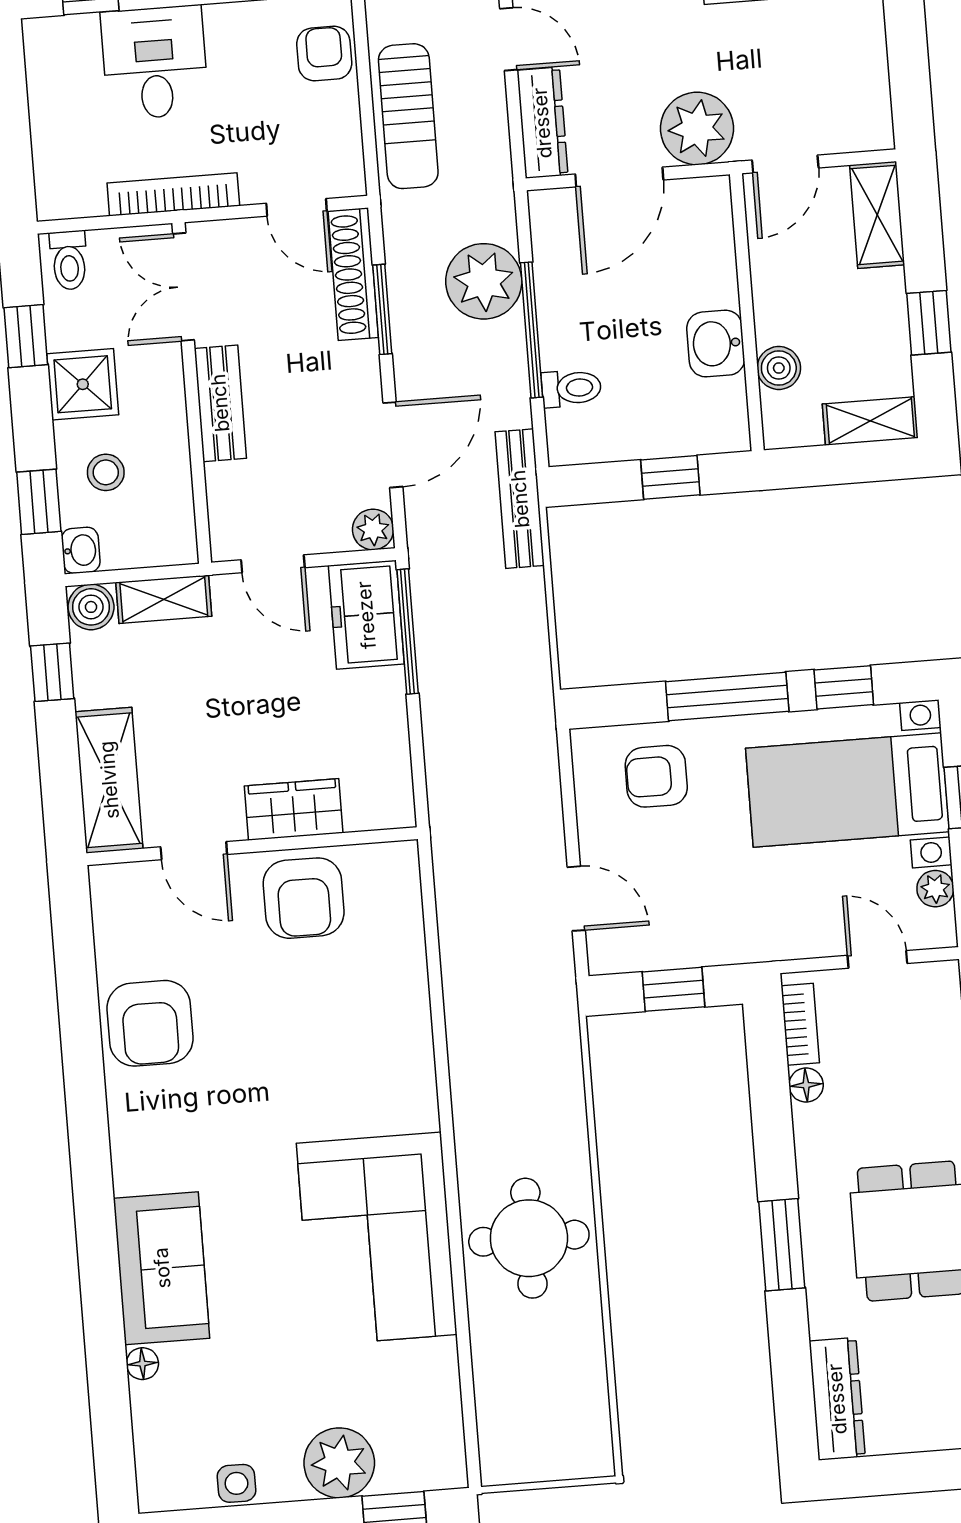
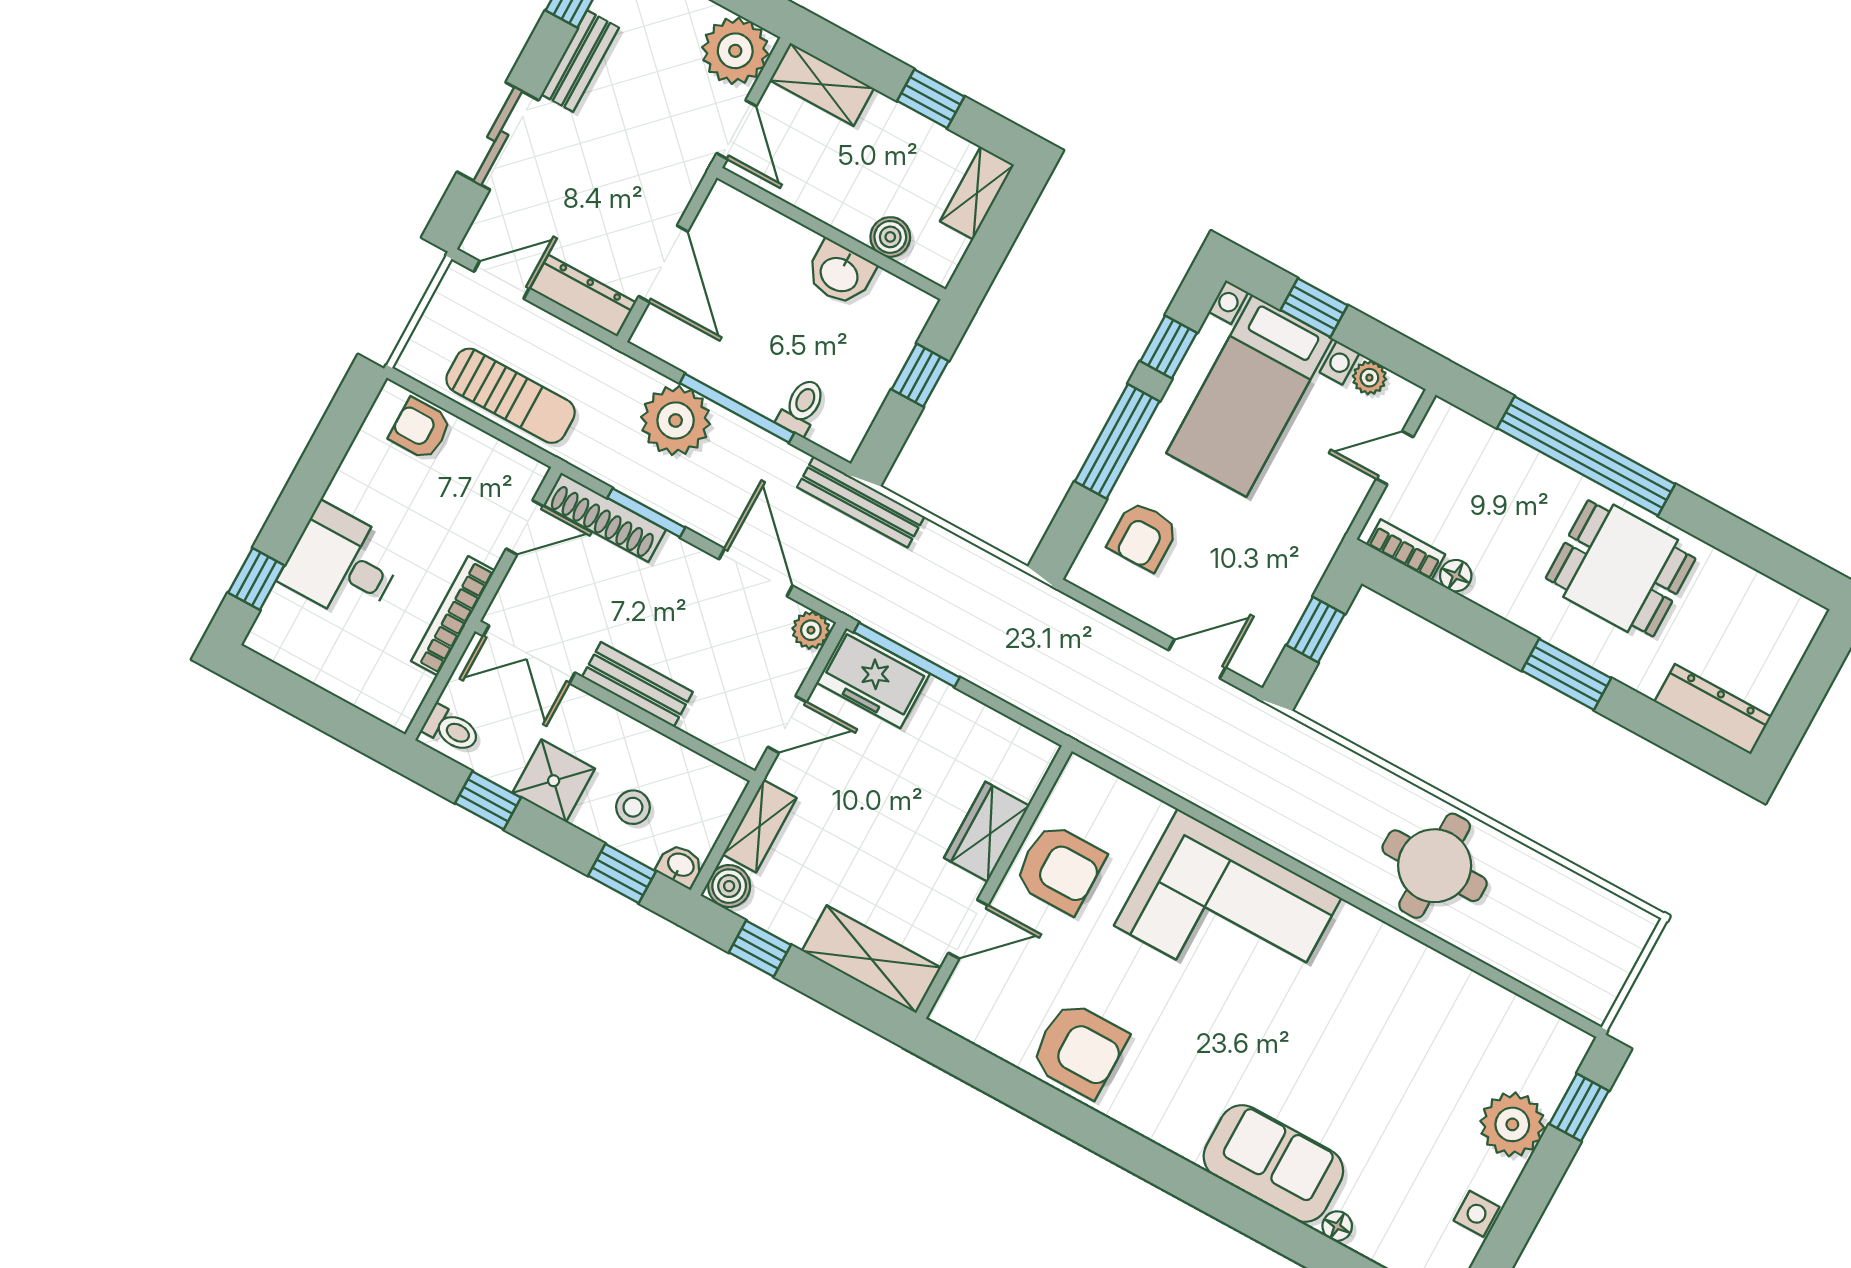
plant: (697, 128) -> (735, 51), moved
corner sofa: (377, 1239) -> (1228, 912), moved

